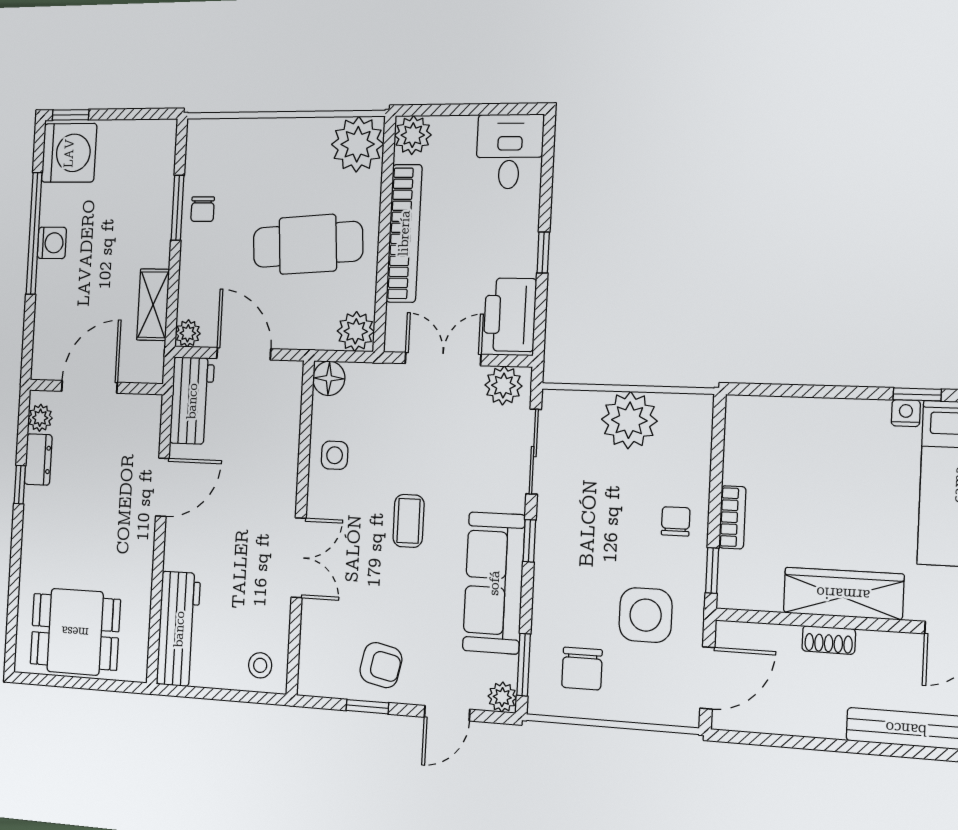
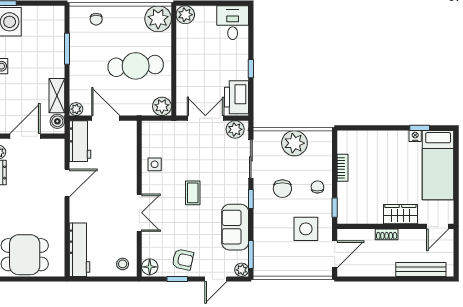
chair: (203, 209) -> (96, 19), moved
bookcase: (404, 233) -> (183, 60), removed
boiler: (151, 358) -> (57, 121), added
floor lamp: (329, 378) -> (150, 267), moved
bookcase: (732, 517) -> (343, 168), moved
sofa: (494, 583) -> (235, 227), width x0.73
wardrobe: (843, 594) -> (400, 214), width x0.67
chair: (582, 669) -> (282, 189), moved

